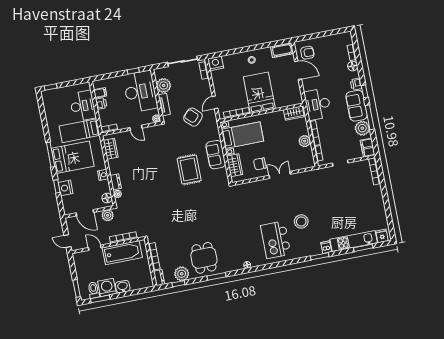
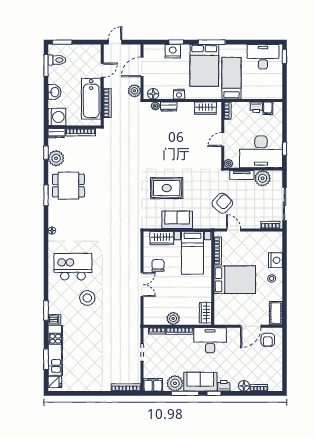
nightstand: (216, 63) -> (275, 260), moved
desk: (83, 106) -> (263, 57), moved, turned 180
washing machine: (107, 287) -> (57, 117), moved

